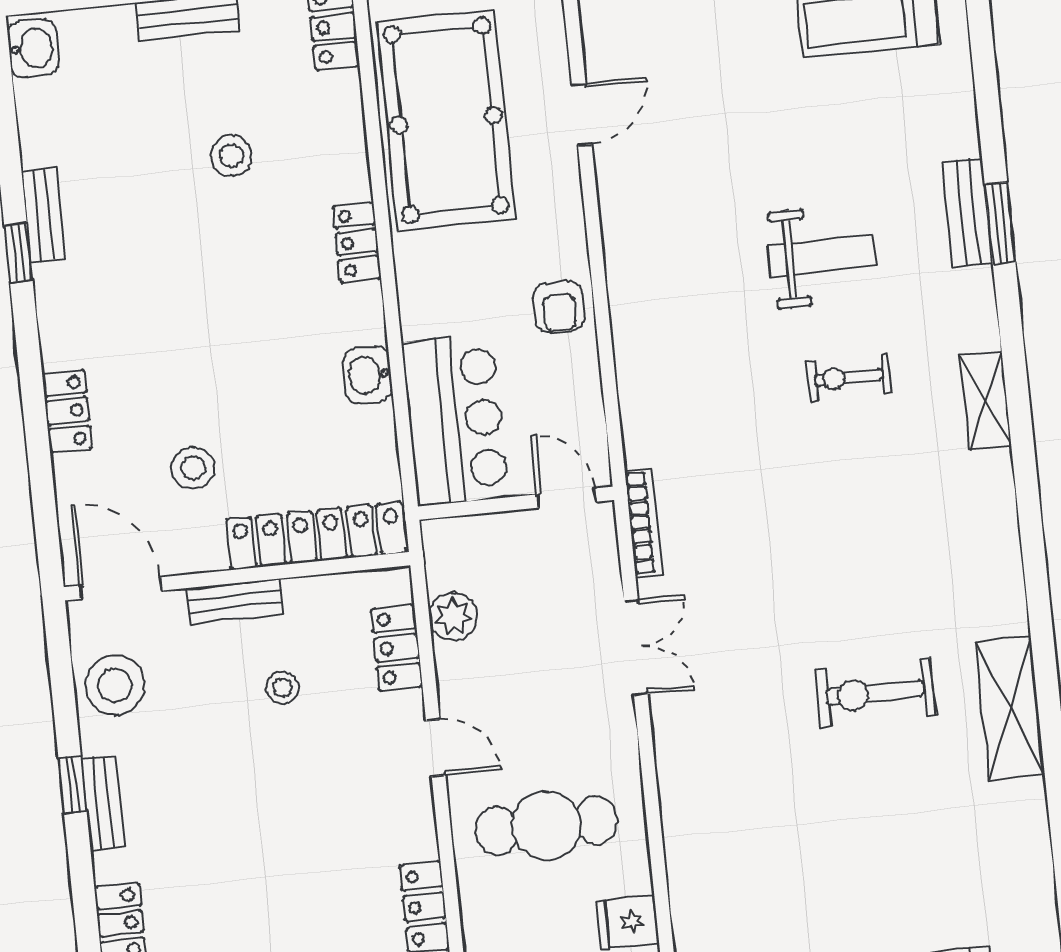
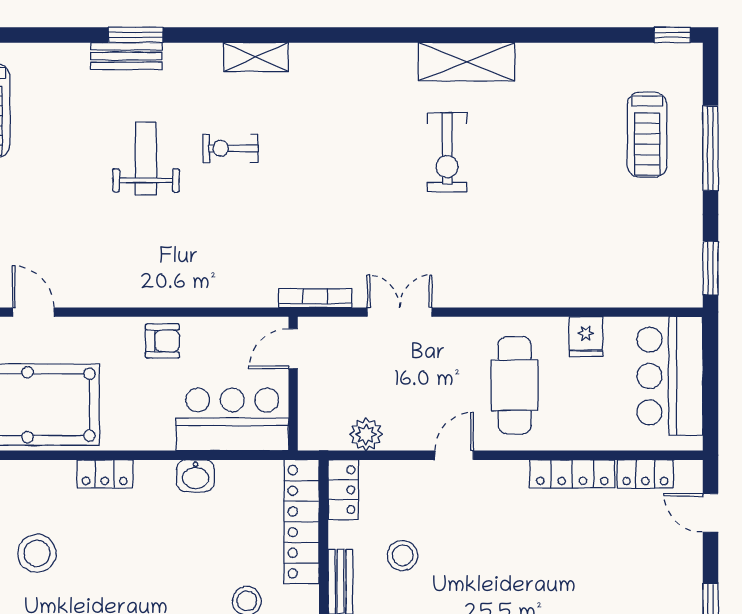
stool: (231, 156) -> (37, 553), width x1.38, depth x1.38
exercise bike: (849, 377) -> (230, 148), turned 90
locker: (397, 648) -> (343, 490), moved, turned -90
stool: (282, 688) -> (403, 556), width x1.37, depth x1.37

